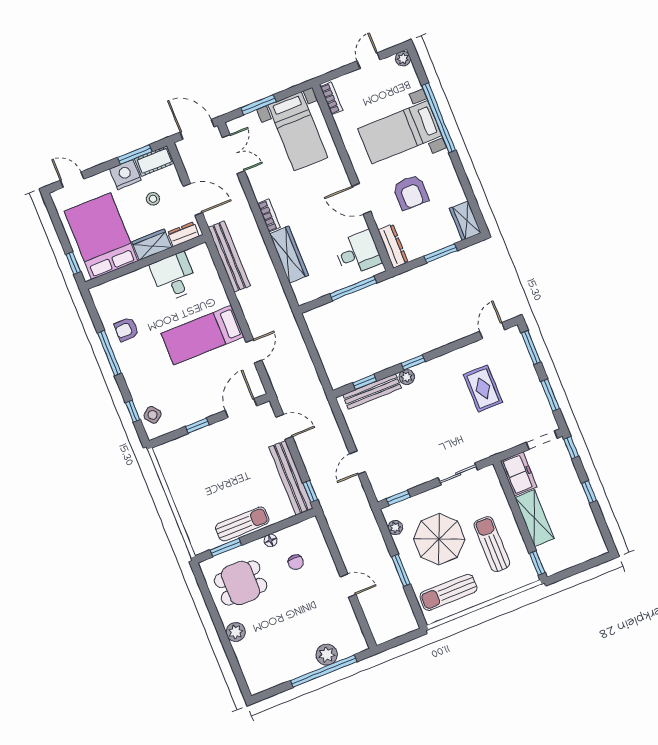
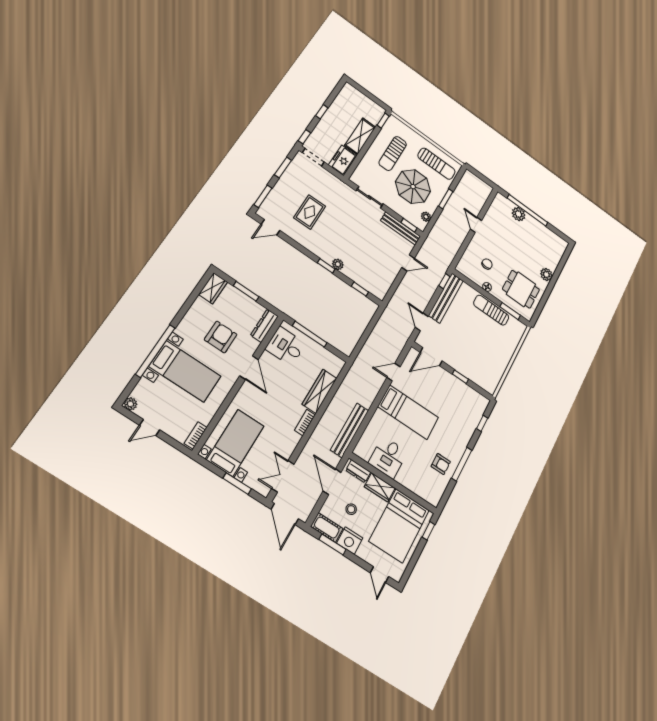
bench: (372, 391) -> (401, 228), moved
side table: (153, 415) -> (475, 409), removed

